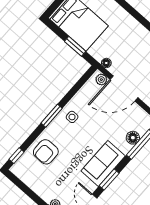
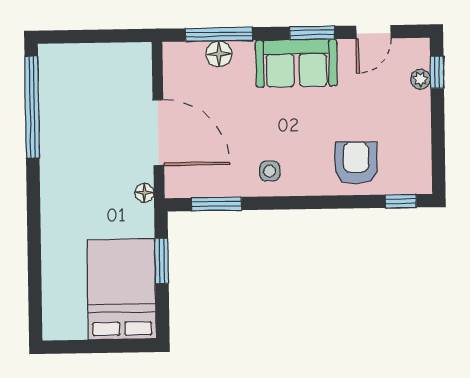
plant: (101, 80) -> (176, 178), removed
window: (52, 116) -> (217, 204), moved
armchair: (46, 152) -> (356, 163), turned -90

